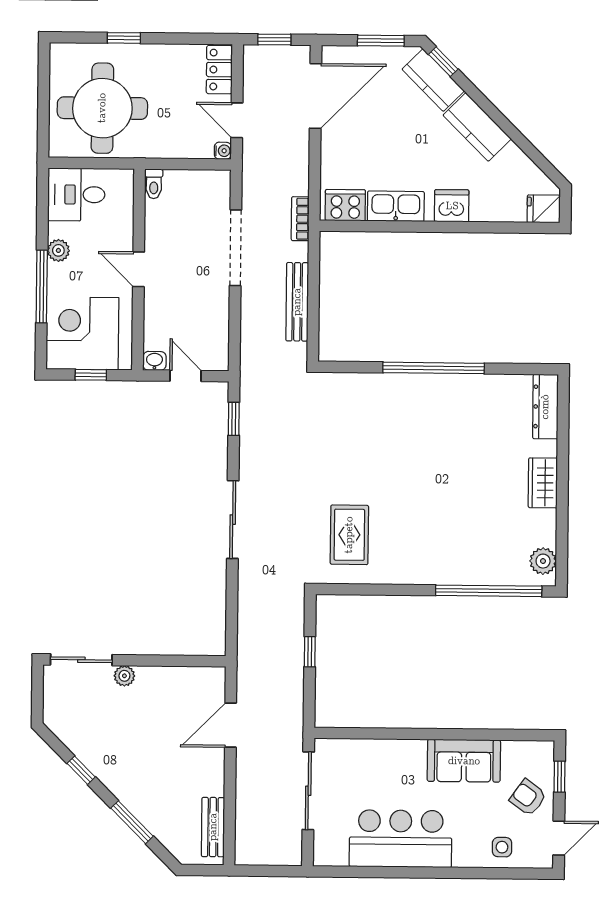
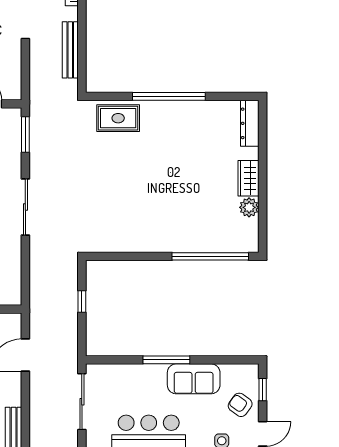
window: (234, 419) -> (25, 135), width x1.50
rug: (349, 535) -> (118, 118), moved, turned 90
plant: (543, 561) -> (249, 207), moved
window: (426, 734) -> (166, 360), added

